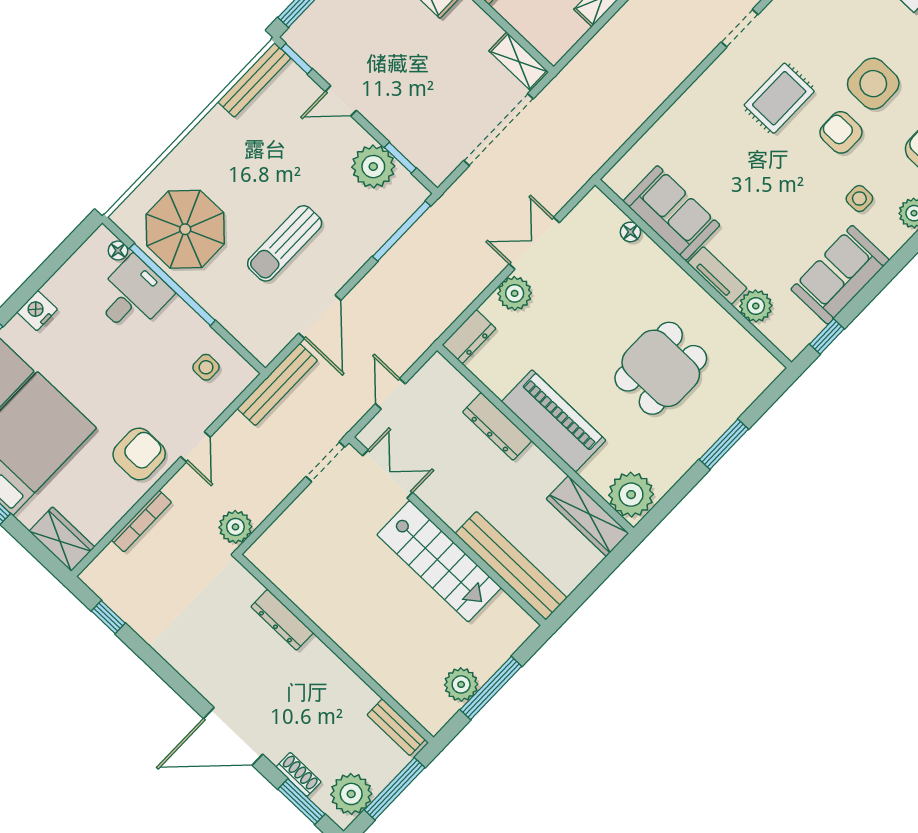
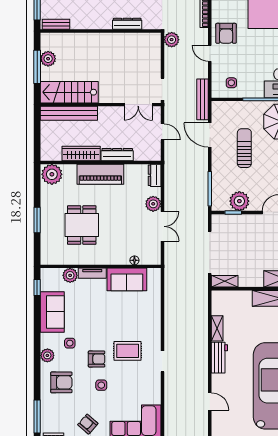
side table: (873, 84) -> (101, 385), width x0.54, depth x0.54
rug: (779, 98) -> (128, 351), turned 90
wardrobe: (587, 516) -> (81, 154), moved
stairs: (439, 561) -> (69, 92), moved

